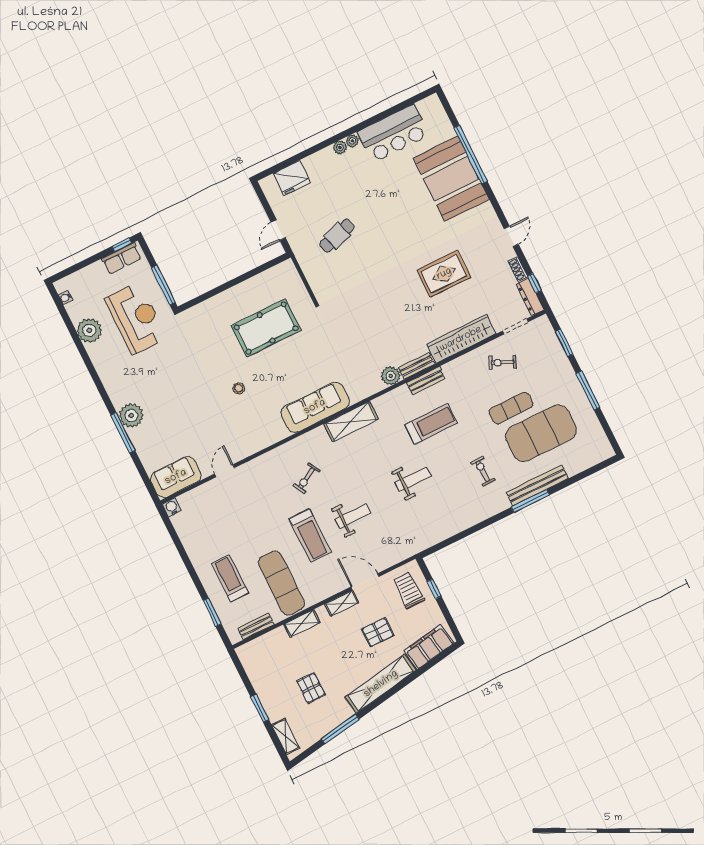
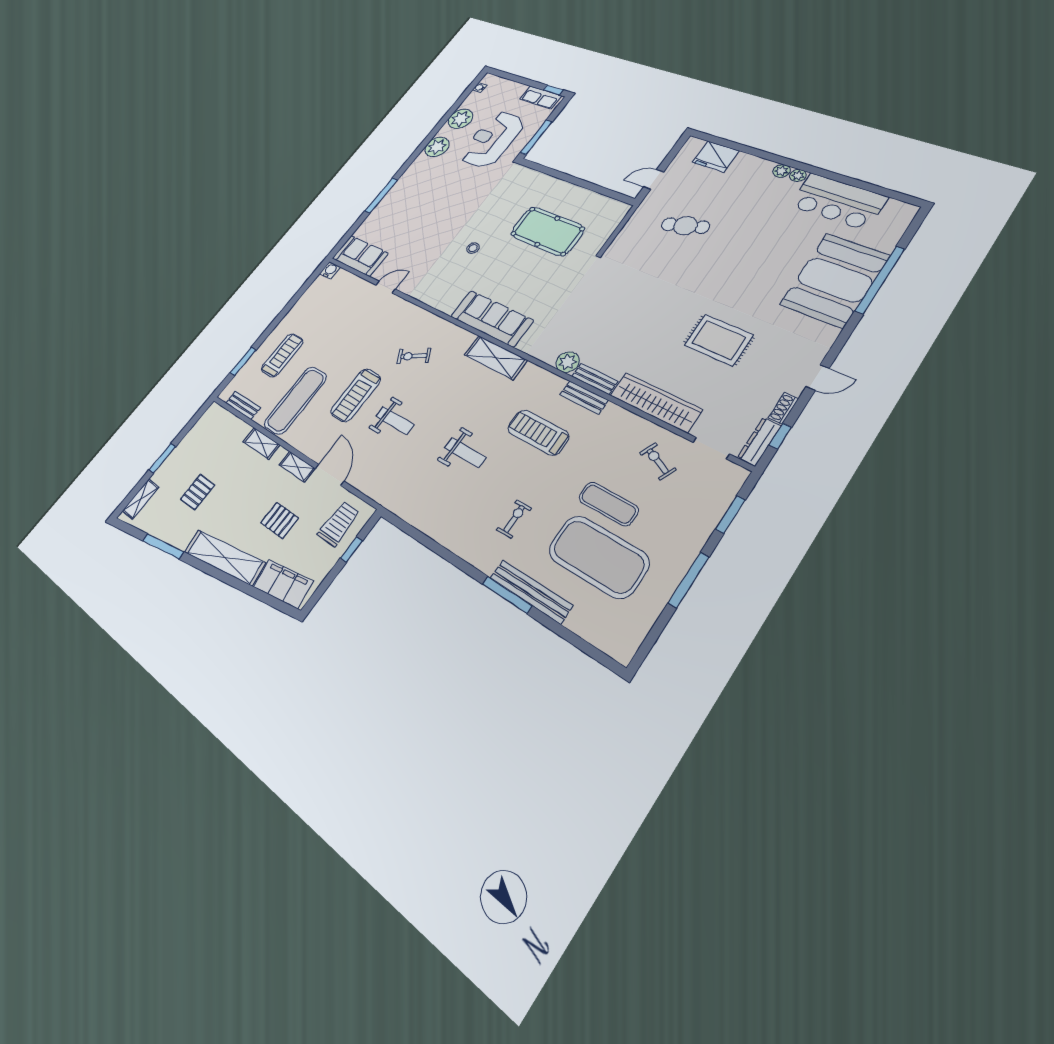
reception desk: (136, 318) -> (492, 139), turned 180
plant: (131, 416) -> (437, 147), moved
treadmill: (431, 424) -> (538, 432), turned 180

